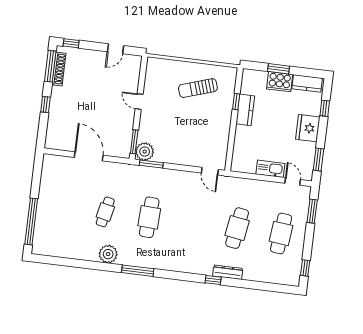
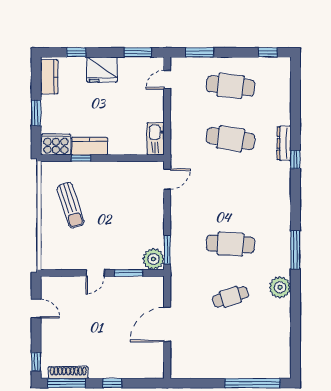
cooker: (280, 82) -> (56, 144), moved, turned -90
window: (134, 142) -> (129, 273), moved
kitchen sink: (270, 169) -> (156, 139), moved
cafe table: (105, 212) -> (231, 297), turned -30

